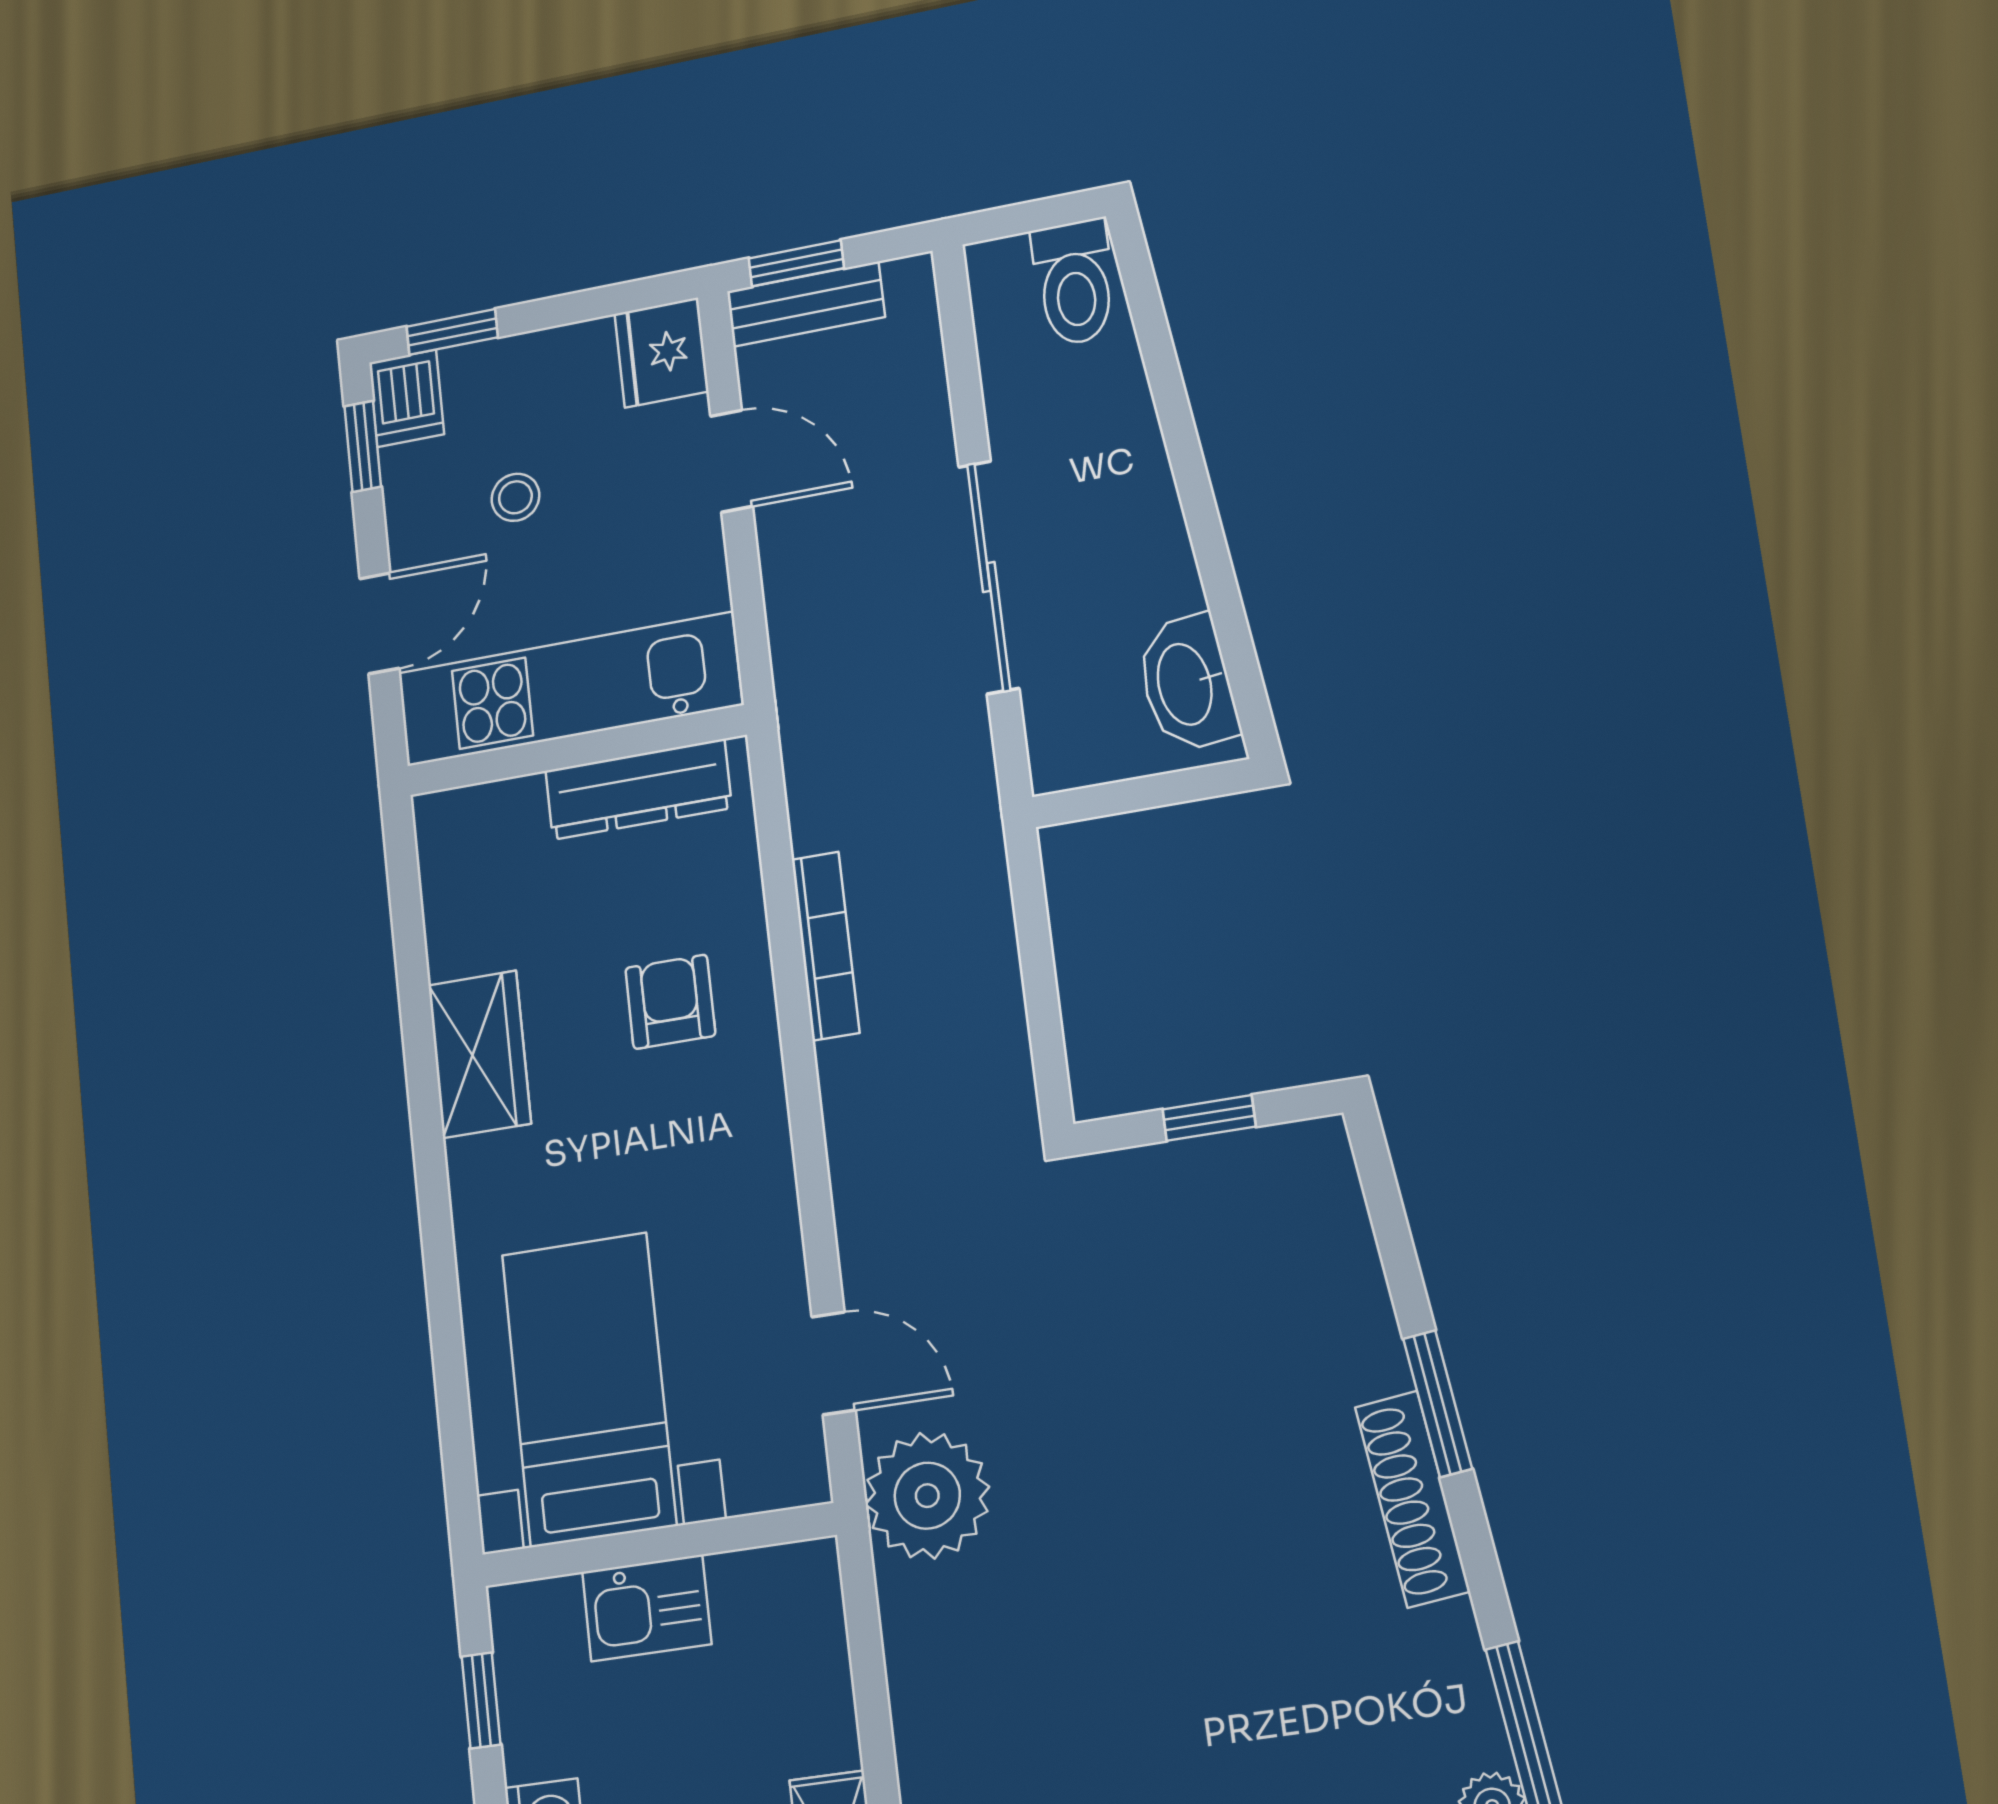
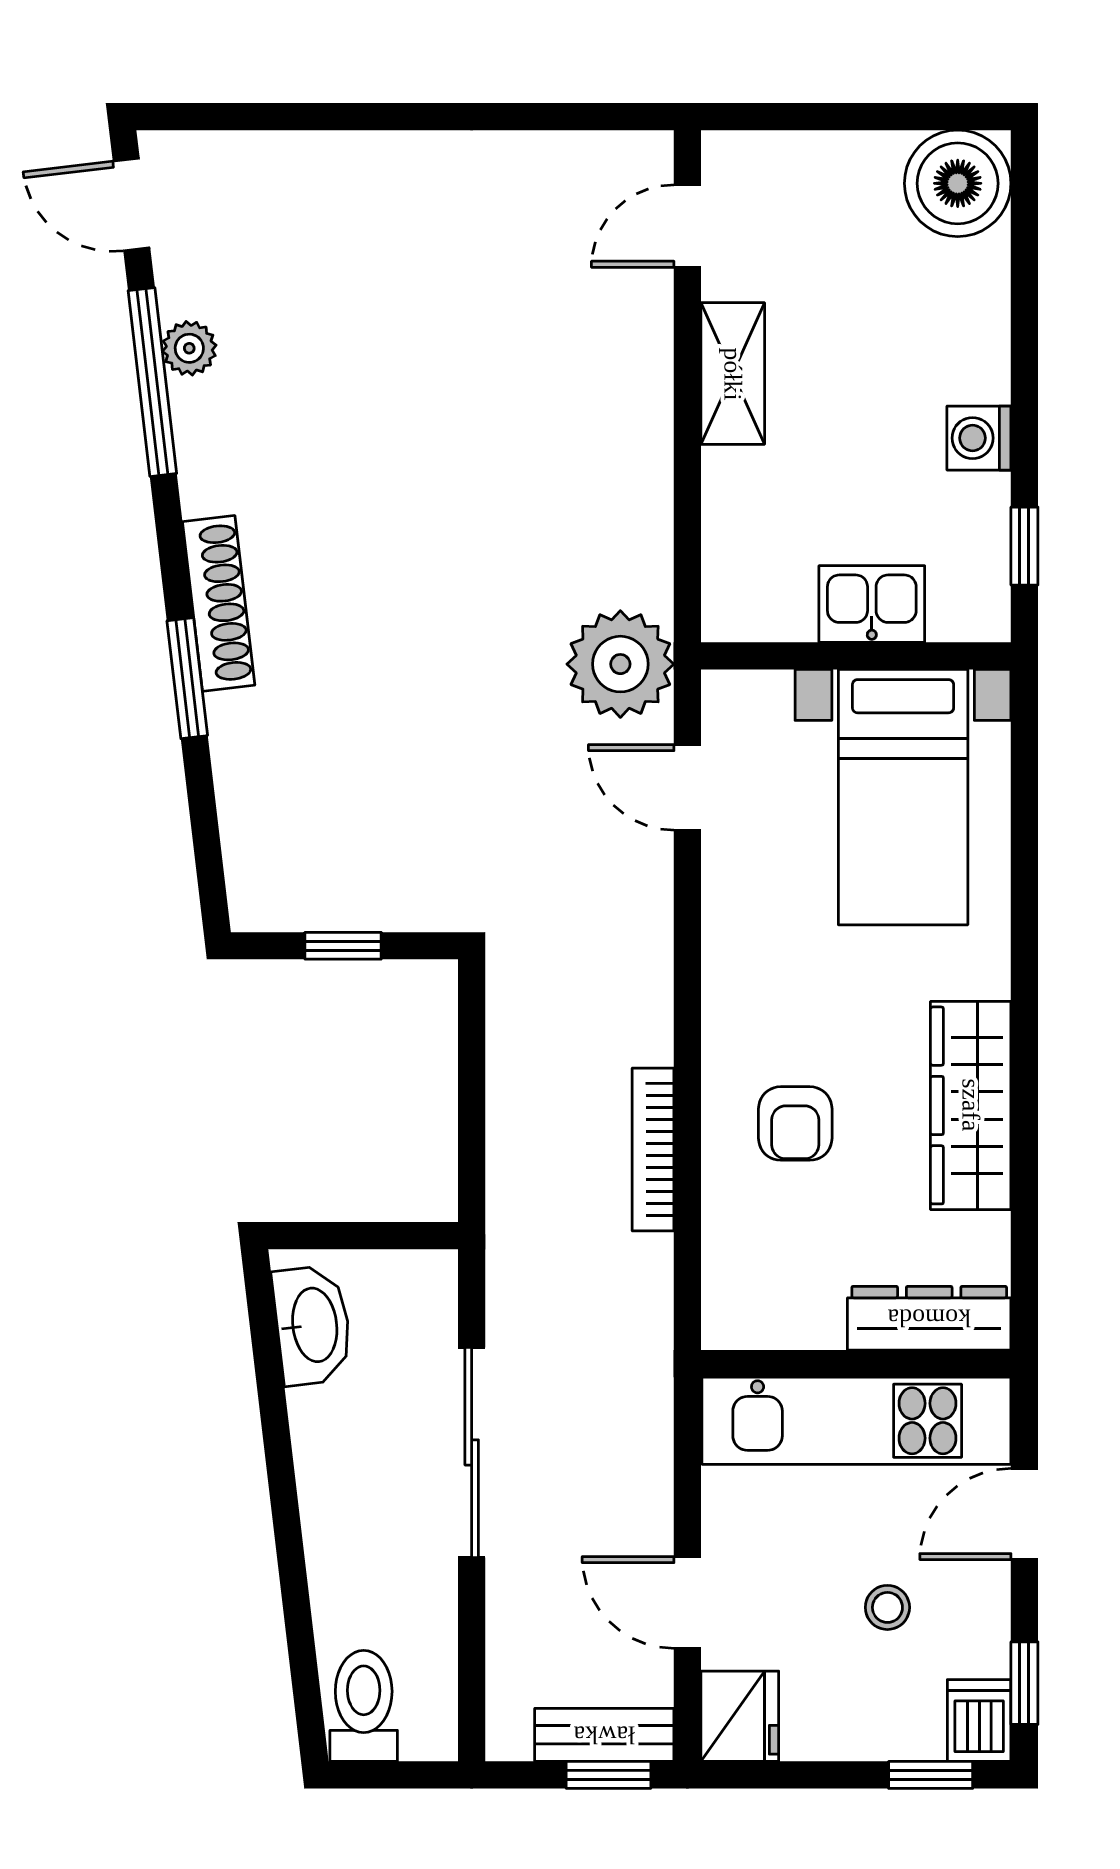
dresser: (638, 789) -> (929, 1318), moved
wardrobe: (479, 1054) -> (971, 1105), width x1.50

